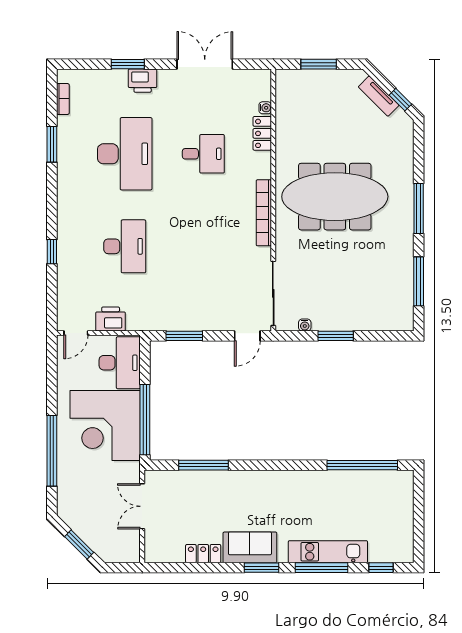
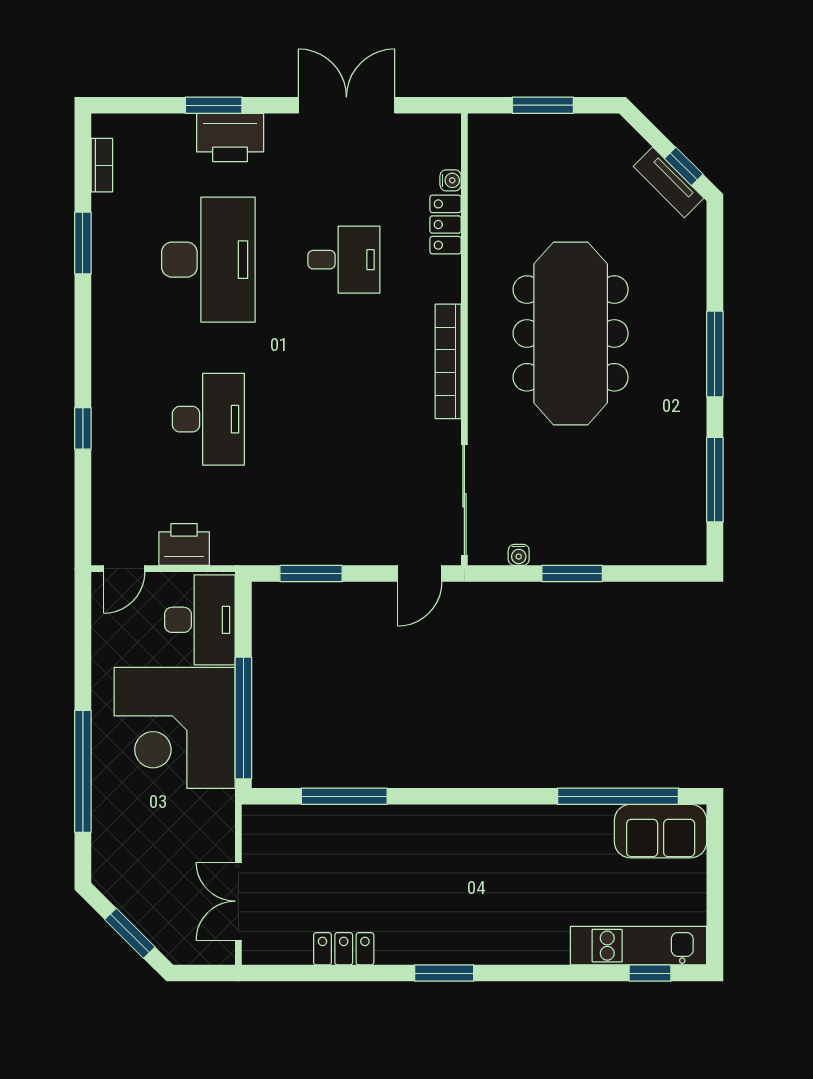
printer: (143, 81) -> (230, 138), width x1.37, depth x1.19
tv unit: (379, 96) -> (669, 182), moved
meeting table: (335, 197) -> (571, 333), turned 90
double door: (142, 506) -> (238, 901), moved
sofa: (250, 547) -> (661, 831), moved, turned 180
kitchen unit: (328, 552) -> (639, 946), moved
window: (321, 568) -> (548, 973), removed

